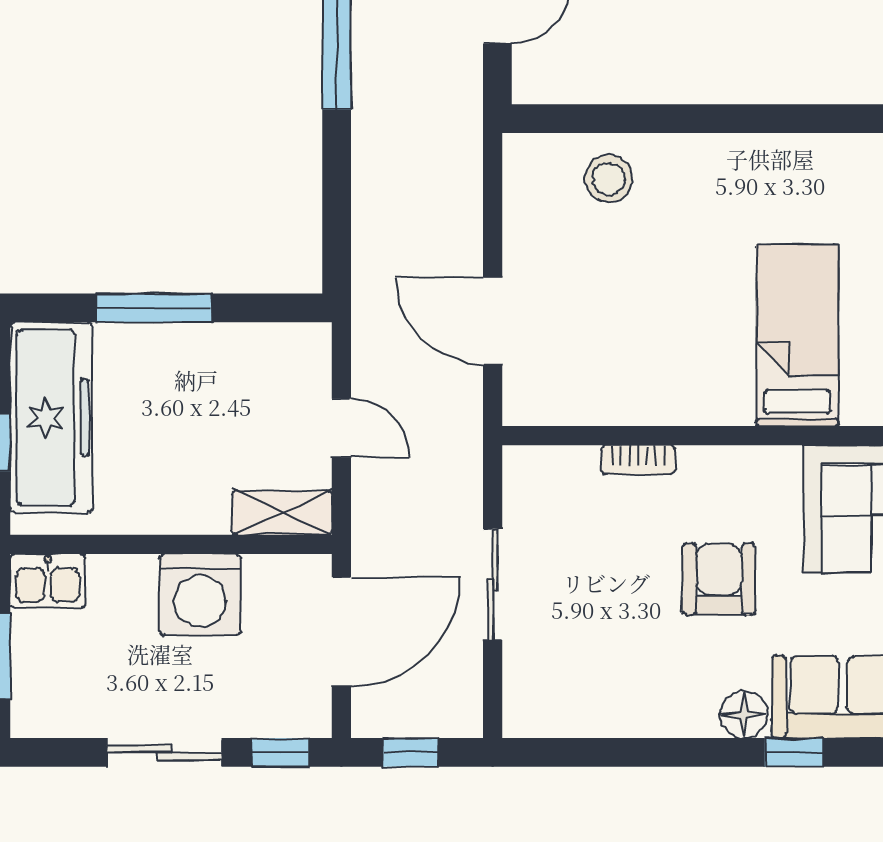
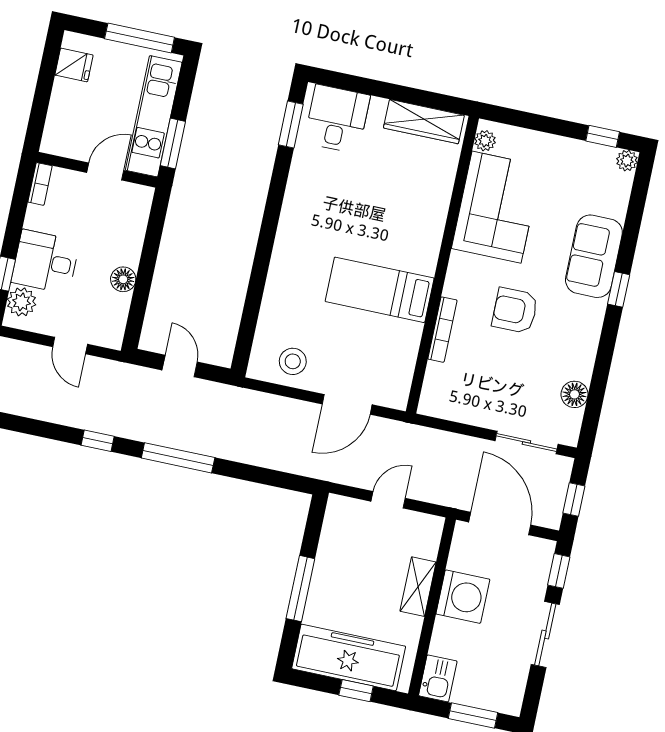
stool: (609, 179) -> (293, 361), moved
bed: (797, 335) -> (380, 290), moved
bookcase: (638, 460) -> (442, 330), width x1.56
shelving: (282, 512) -> (418, 587), moved
sliding door: (493, 585) -> (526, 442), moved
floor lamp: (744, 714) -> (575, 394), moved

